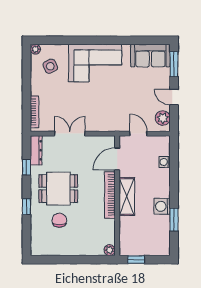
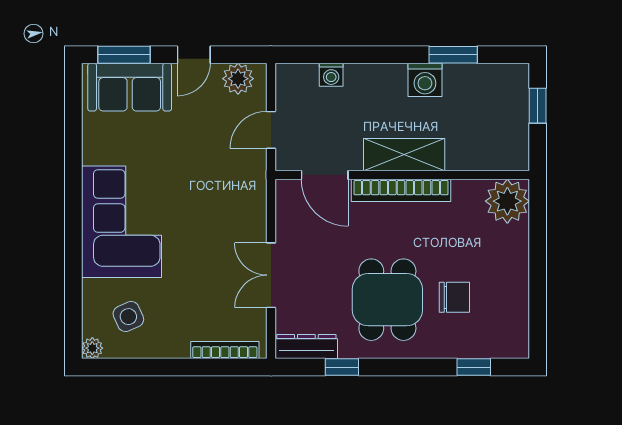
sofa: (150, 56) -> (130, 87), moved, turned 90
window: (26, 207) -> (474, 367), moved
chair: (59, 220) -> (454, 297), turned 180
plant: (110, 250) -> (507, 201), width x1.87, depth x1.87
window: (136, 260) -> (538, 106), moved

